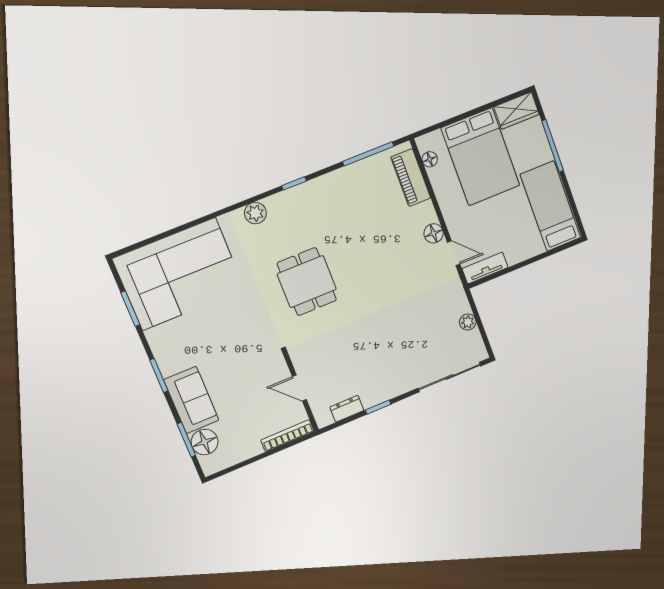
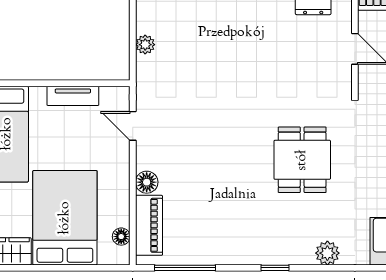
floor lamp: (434, 233) -> (147, 182), moved
tv unit: (485, 268) -> (73, 96), moved

